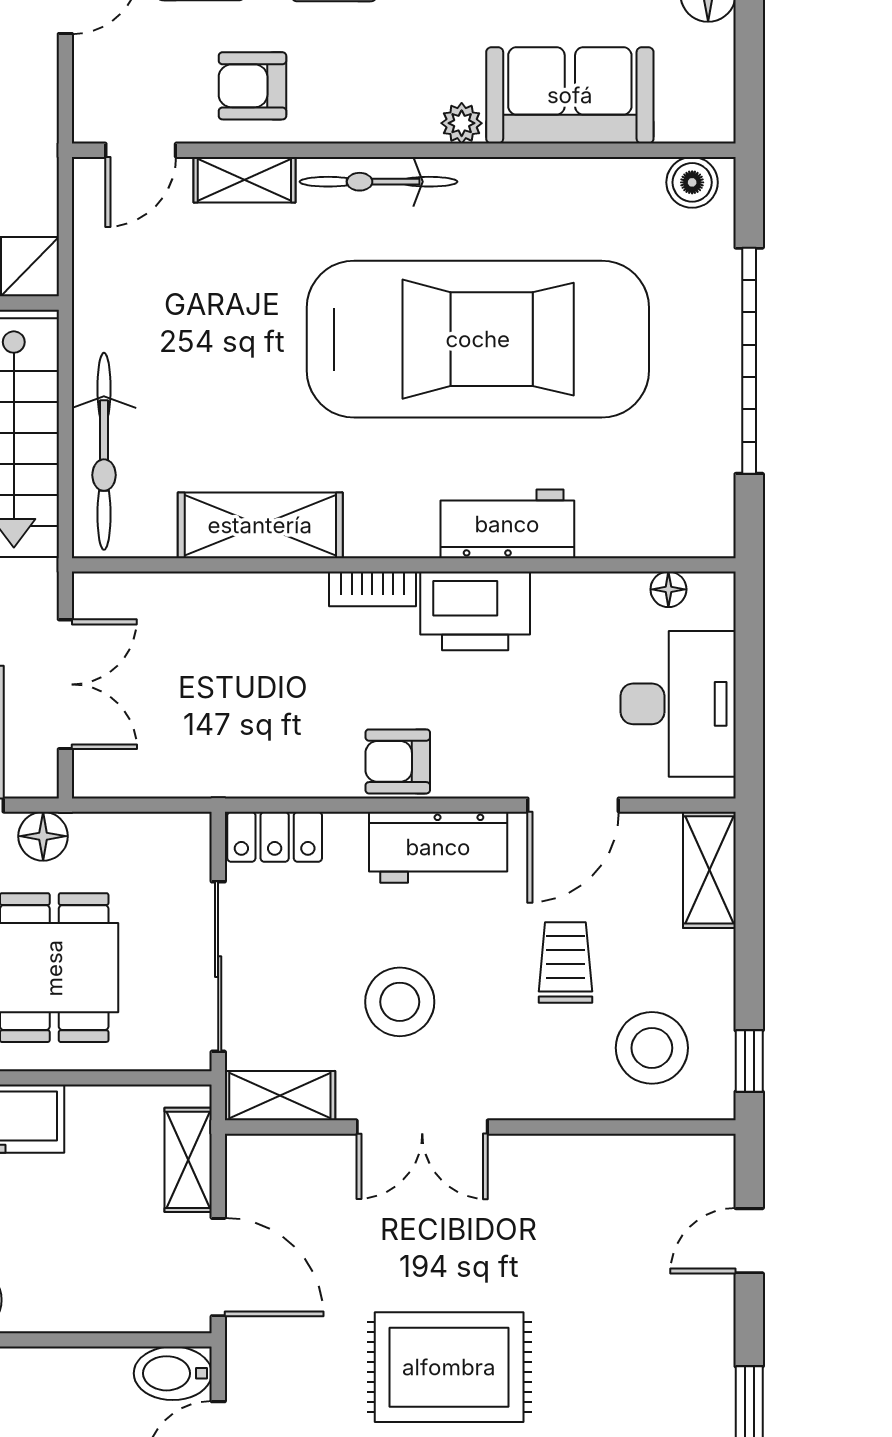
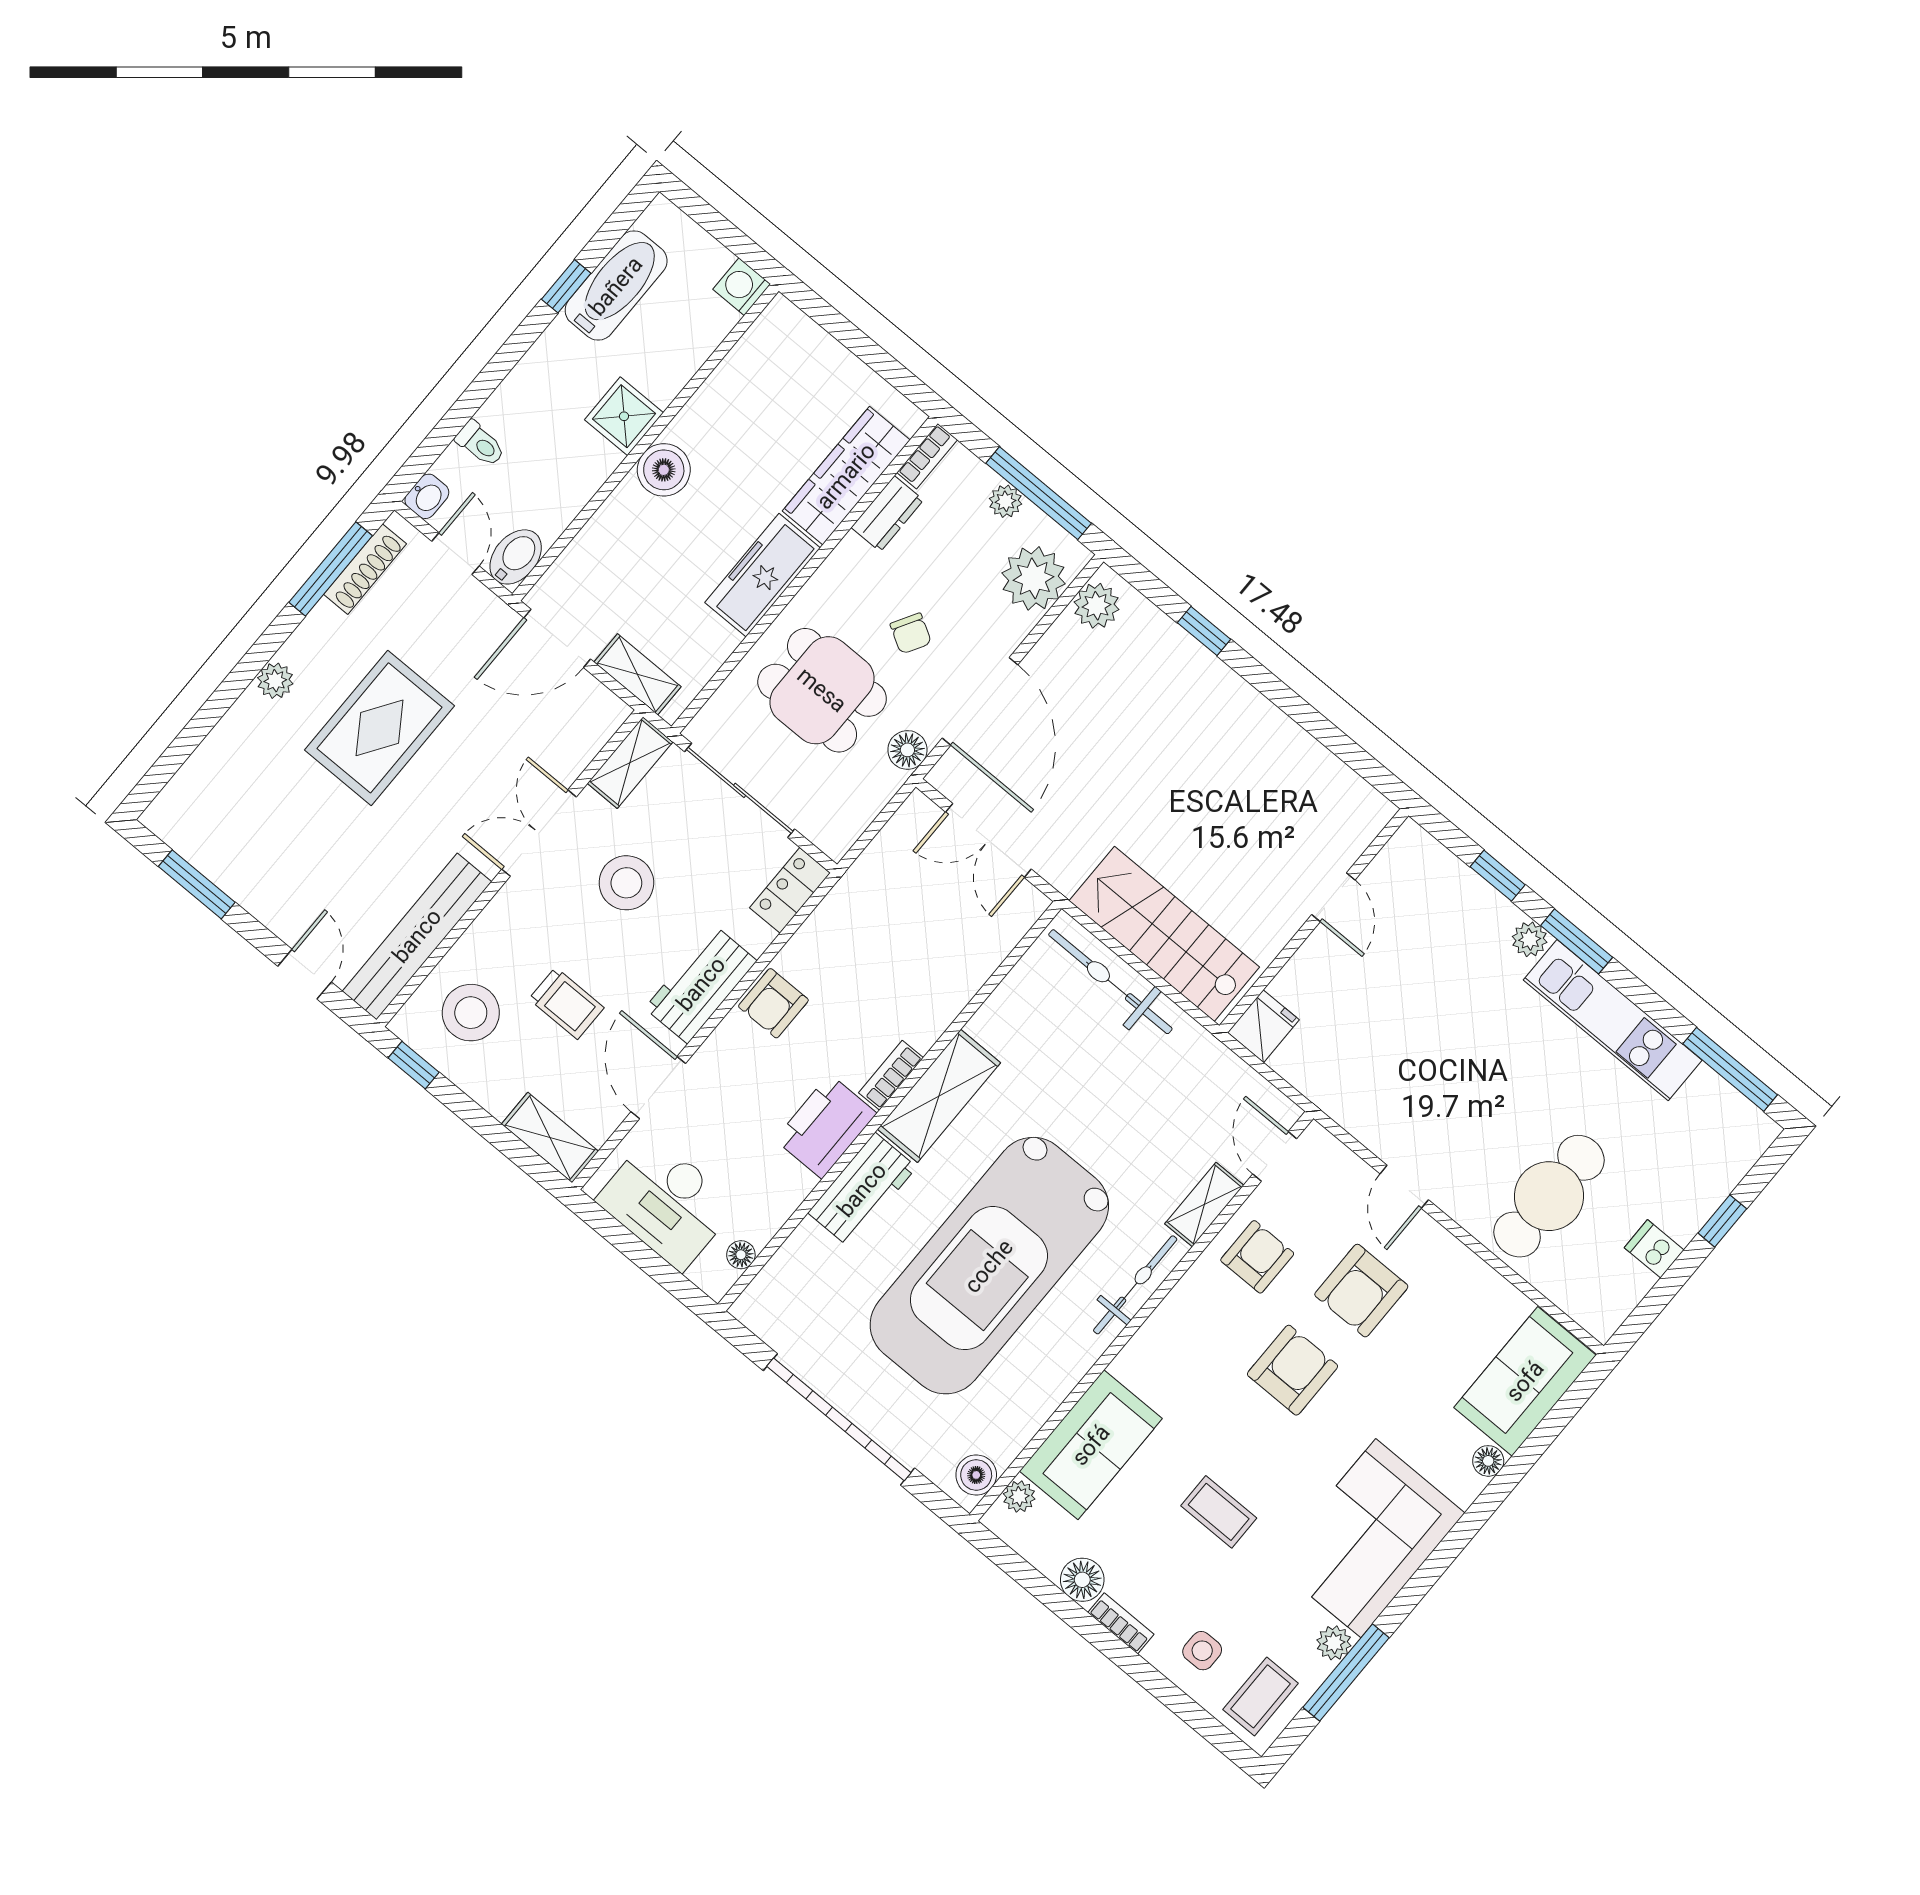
plant: (462, 123) -> (1019, 1496), moved
shelving: (260, 525) -> (939, 1096), moved
armchair: (398, 761) -> (773, 1003), turned 180
bench: (622, 1162) -> (417, 936), added

